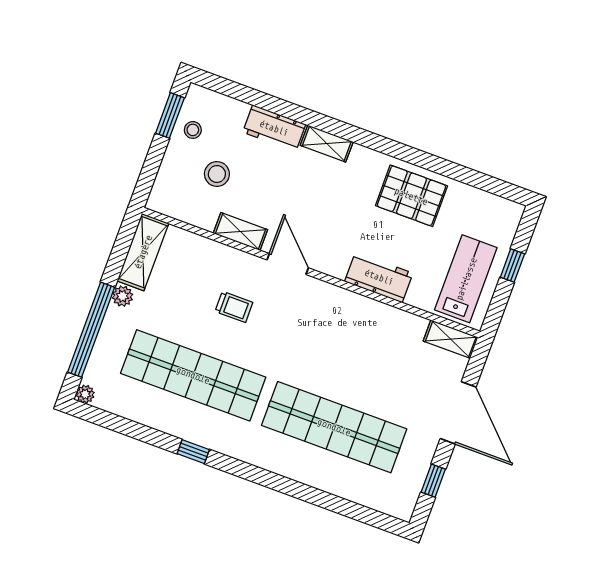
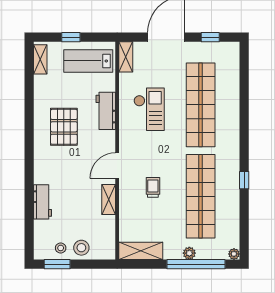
shelving: (327, 144) -> (40, 59), moved
stool: (217, 174) -> (81, 248), moved
pallet: (411, 196) -> (64, 127), moved
plant: (122, 296) -> (189, 253), moved
checkout: (357, 345) -> (149, 109), added

